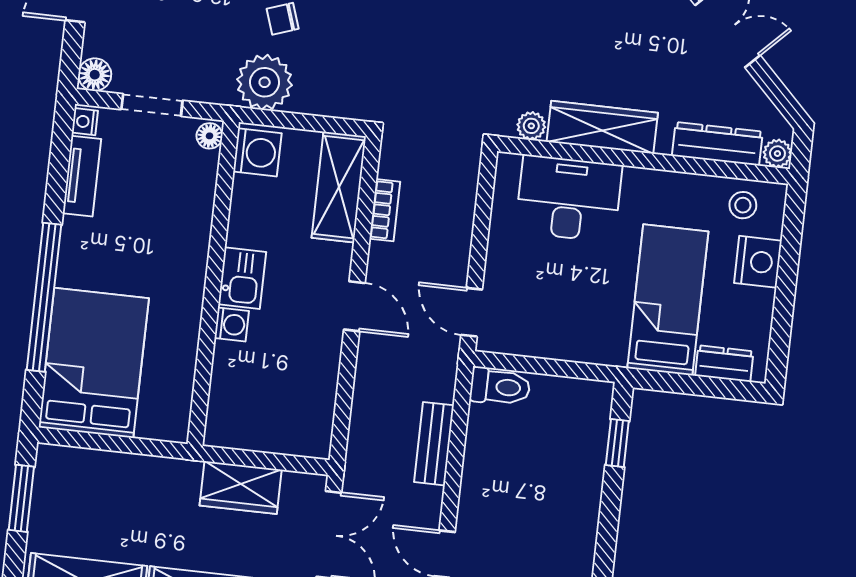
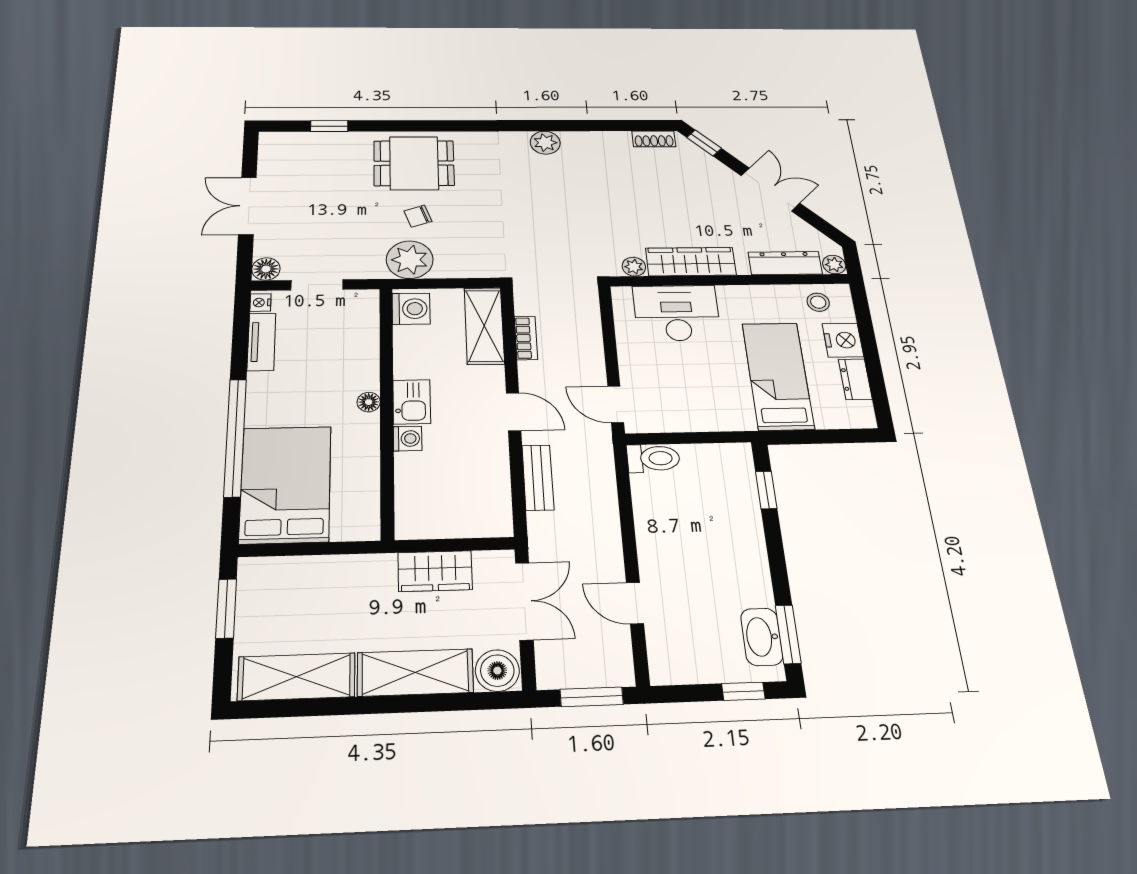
floor lamp: (209, 136) -> (369, 402), moved
dresser: (724, 364) -> (855, 379), moved, turned -90
bench: (434, 444) -> (538, 477), moved

